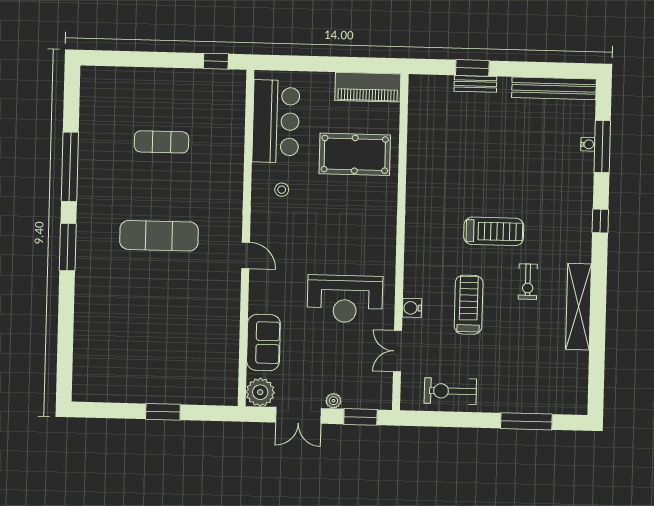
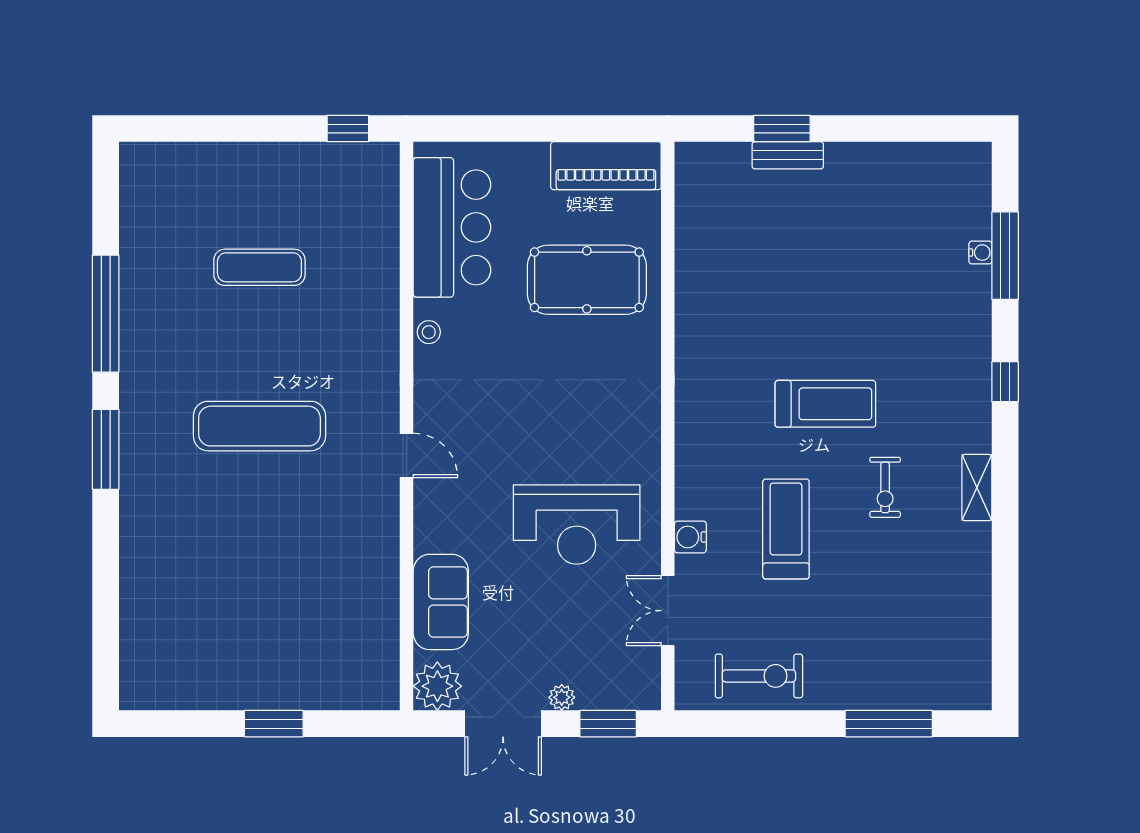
bench: (554, 88) -> (921, 159), removed
stool: (282, 190) -> (429, 332), moved
shelving: (578, 307) -> (977, 488), width x0.45, depth x0.75
exercise bike: (450, 391) -> (759, 676), turned 180

